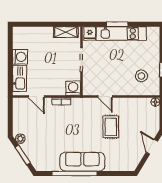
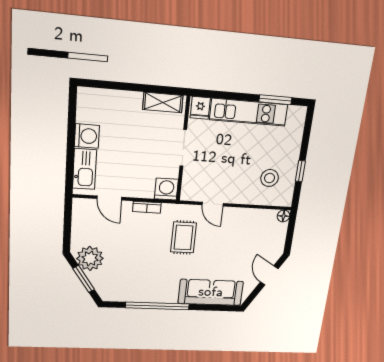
window: (117, 24) -> (275, 100), moved
rug: (111, 127) -> (184, 238), moved
plant: (20, 139) -> (90, 259), width x1.87, depth x1.87
sofa: (82, 162) -> (211, 292), moved

